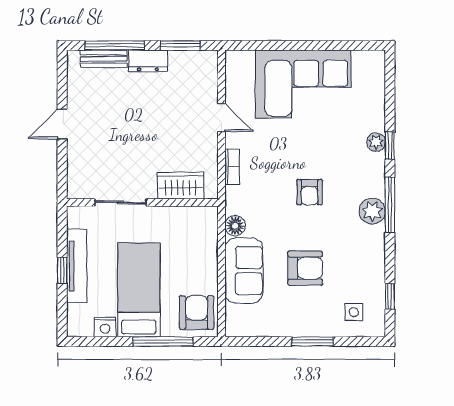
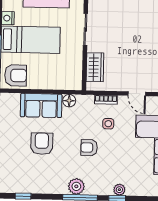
door: (221, 118) -> (137, 94), hinge flipped
armchair: (305, 268) -> (42, 144), turned 180
side table: (354, 312) -> (108, 124), moved

